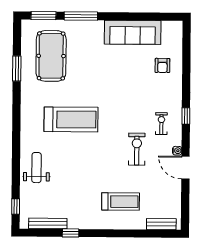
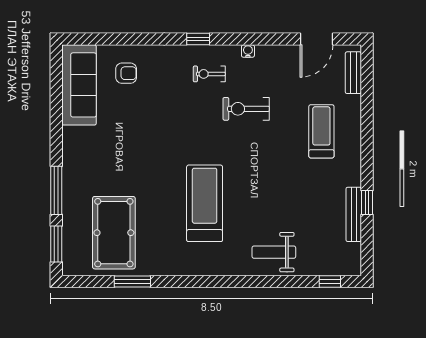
sofa: (133, 32) -> (79, 85), moved
pool table: (51, 56) -> (114, 233), turned 90
door: (185, 168) -> (317, 39), moved
bench: (48, 223) -> (354, 214), moved

